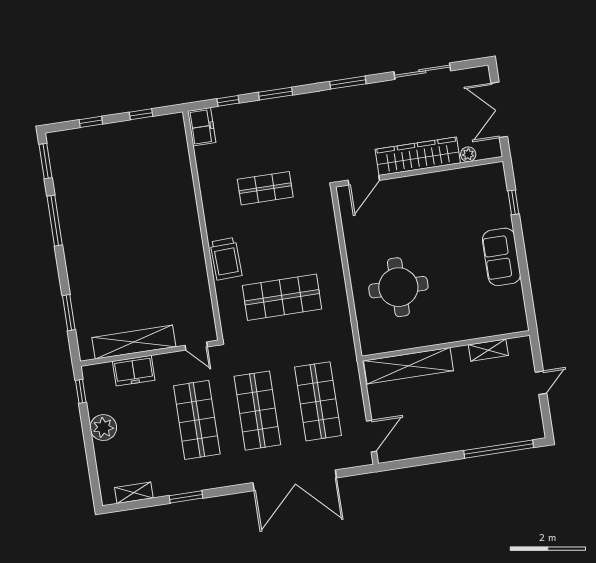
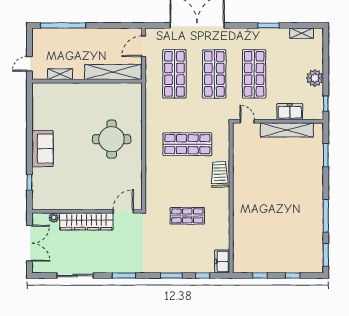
wall: (446, 346) -> (87, 81), moved
shelving: (488, 350) -> (60, 74), moved
shelving: (408, 366) -> (113, 72), moved

